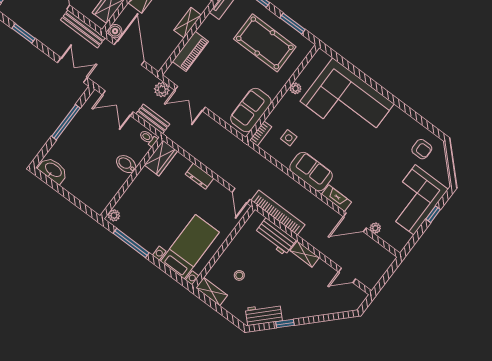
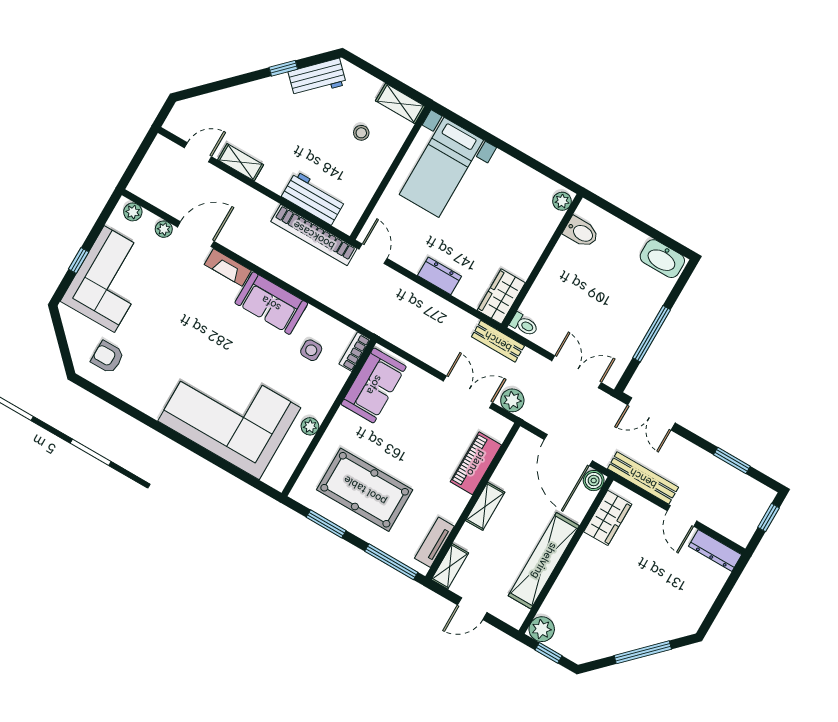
bench: (153, 119) -> (498, 341), moved
bidet: (126, 164) -> (581, 232), moved
plant: (394, 242) -> (133, 212), added
window: (131, 243) -> (531, 162), removed
shelving: (305, 254) -> (241, 162), moved

